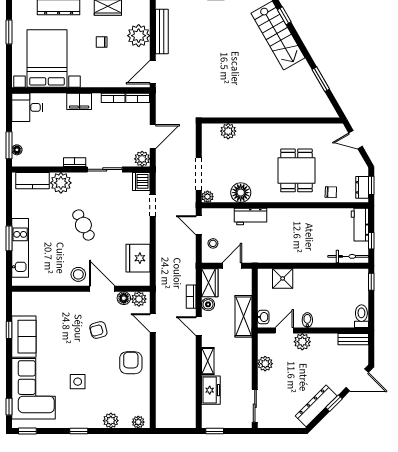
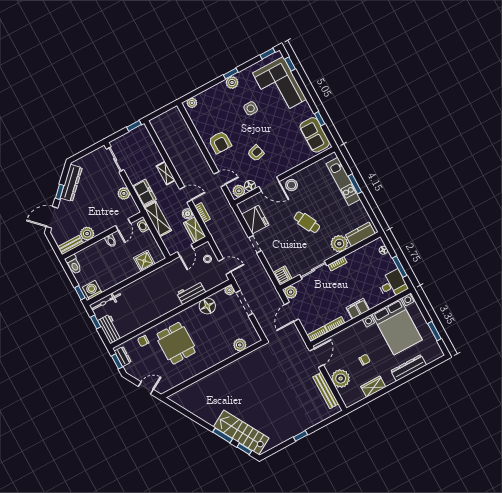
window: (321, 79) -> (223, 435), moved
window: (9, 145) -> (400, 267), moved
doorway: (153, 205) -> (255, 244), moved
washing machine: (356, 277) -> (92, 290), added
sofa: (24, 337) -> (315, 135), moved
plant: (302, 342) -> (87, 234), moved
freezer: (211, 390) -> (144, 193), moved, turned 180
plant: (111, 421) -> (232, 83), moved

